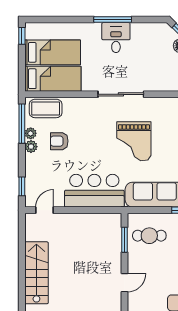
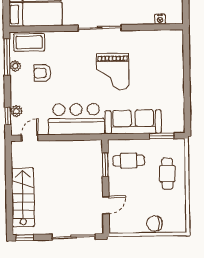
plant: (31, 147) -> (16, 111), moved

